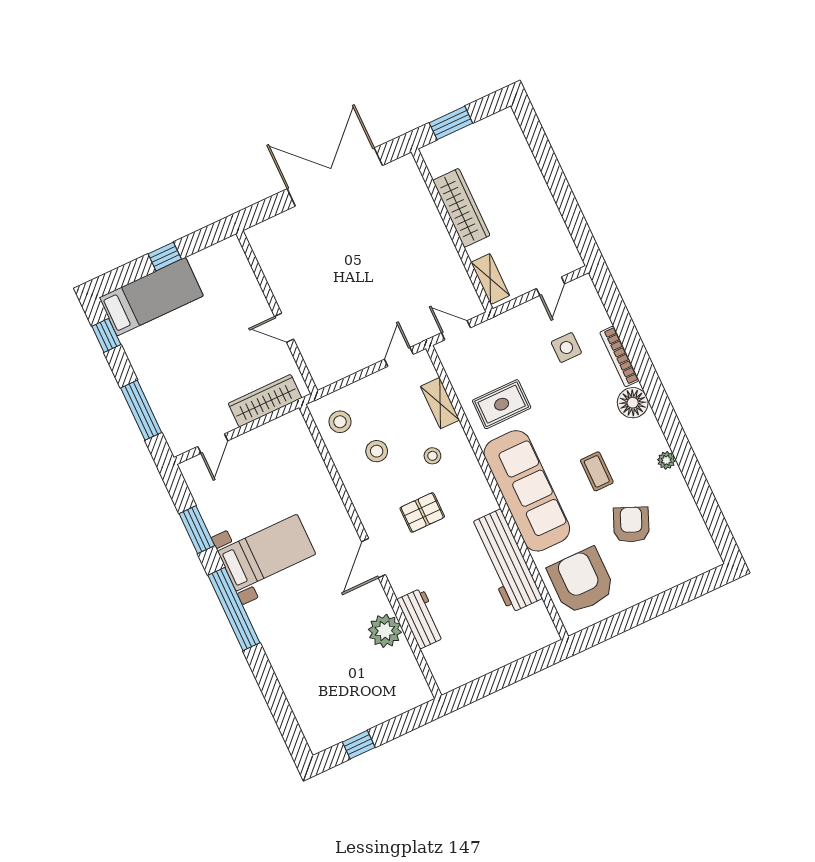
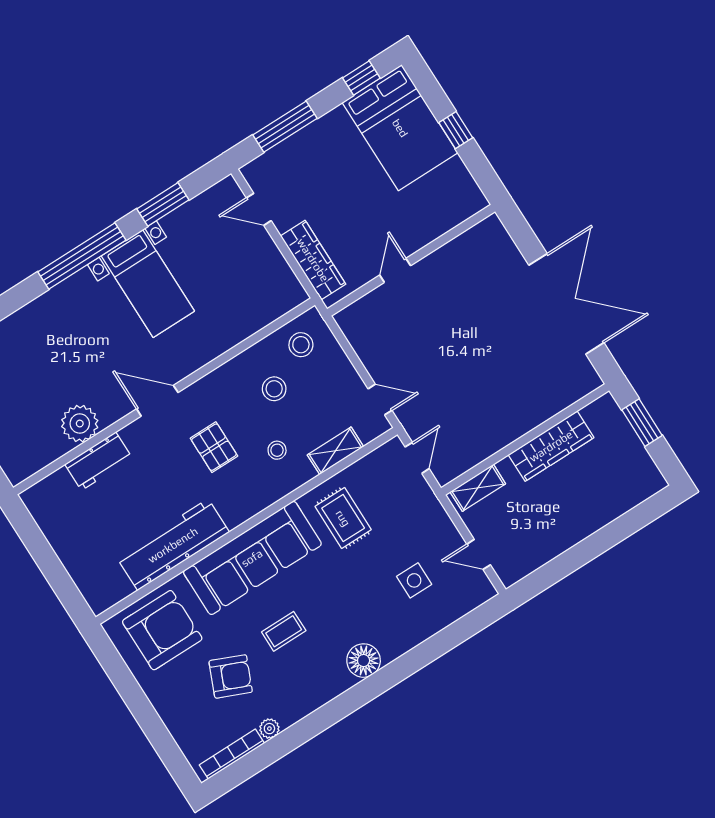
bed: (151, 297) -> (400, 128), width x1.50
bookcase: (619, 356) -> (232, 754), moved
plant: (666, 460) -> (269, 729), moved

